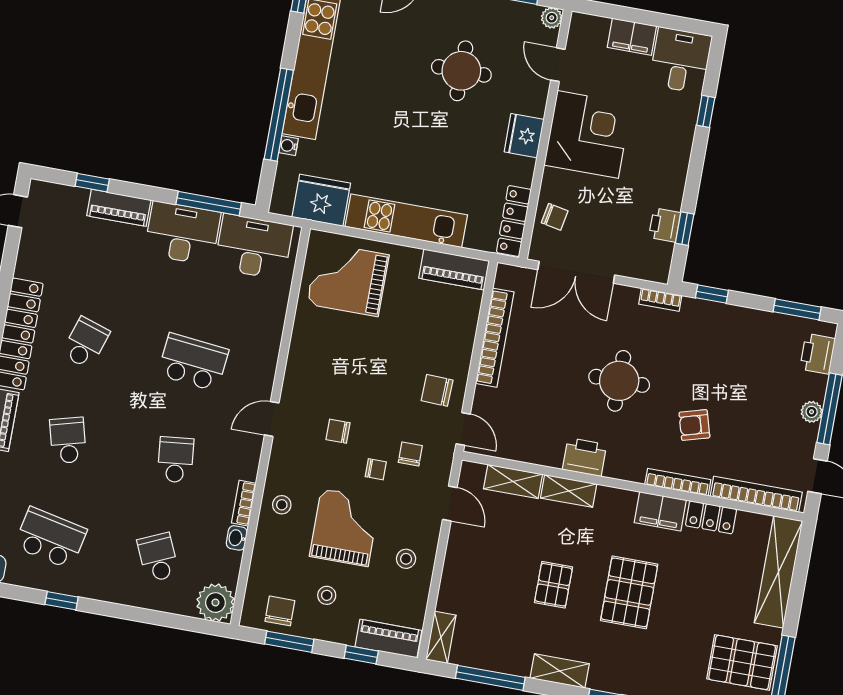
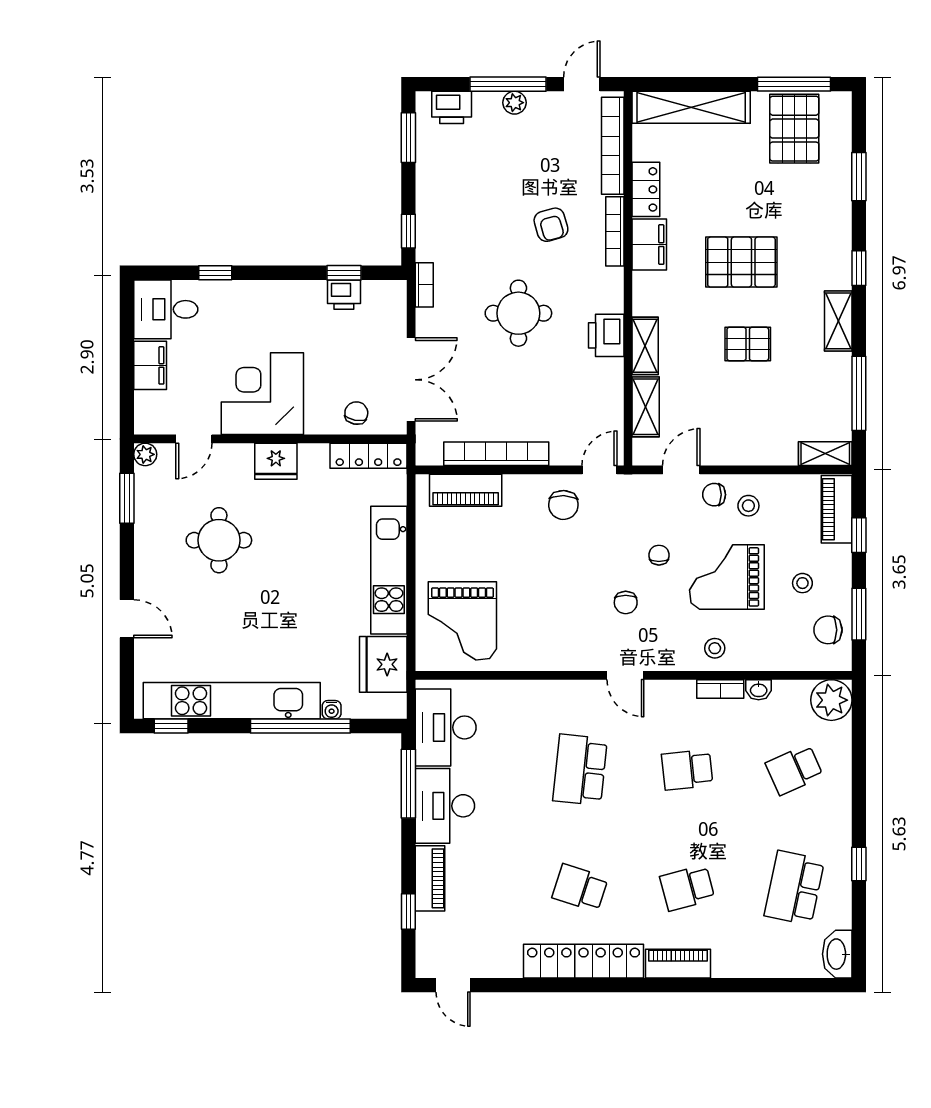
piano: (454, 269) -> (466, 490), moved, turned 90
chair: (410, 454) -> (714, 495), moved

